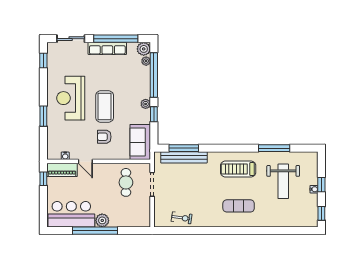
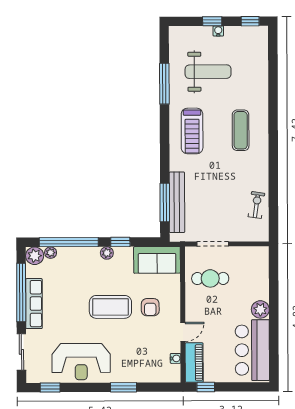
reception desk: (71, 98) -> (81, 362), moved
window: (95, 231) -> (274, 319), removed

